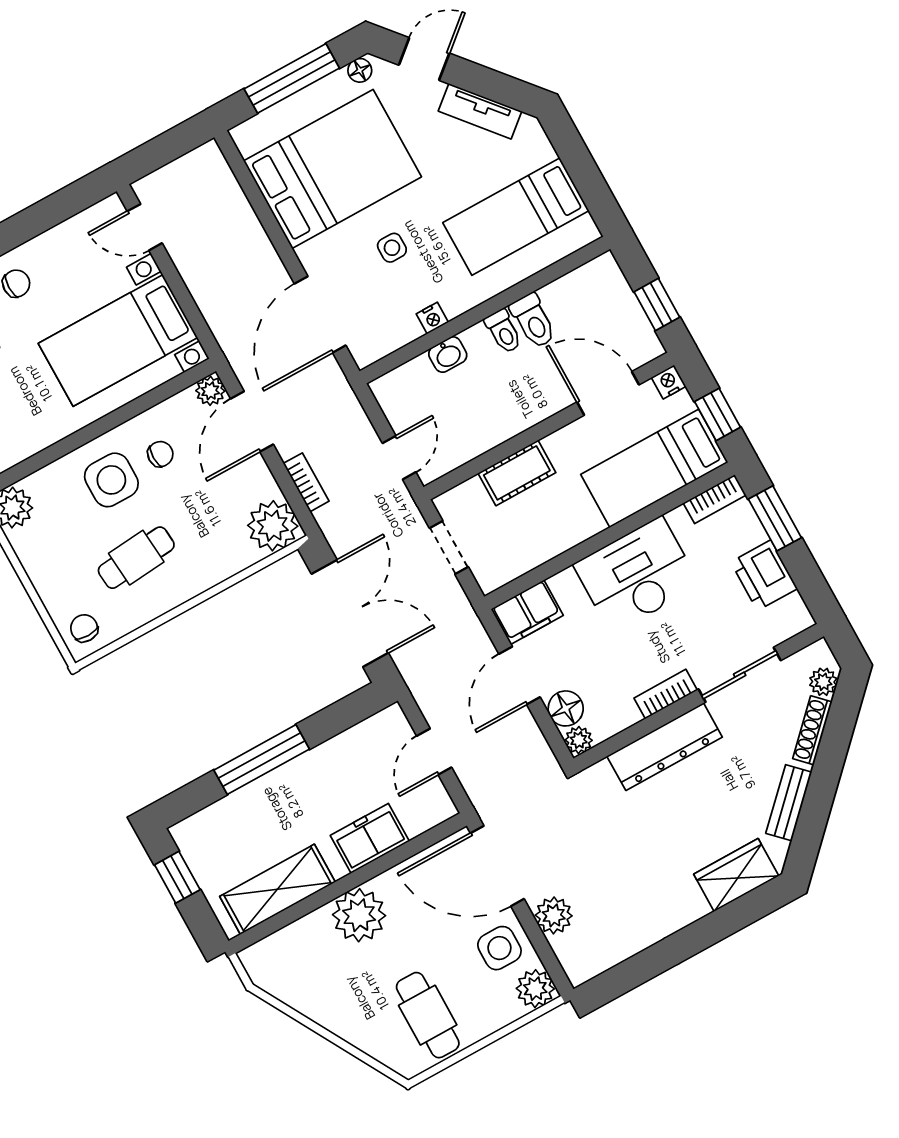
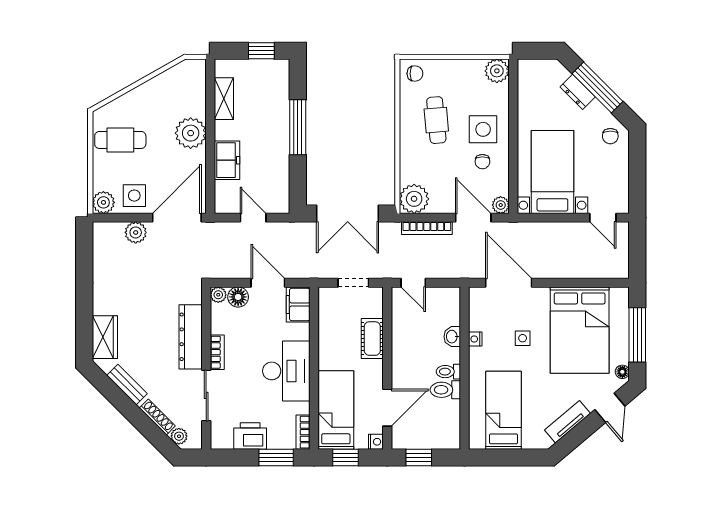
door: (145, 227) -> (603, 218), swing flipped
bookcase: (306, 482) -> (427, 228), width x1.56
shelving: (277, 889) -> (224, 99), width x0.67, depth x0.75

